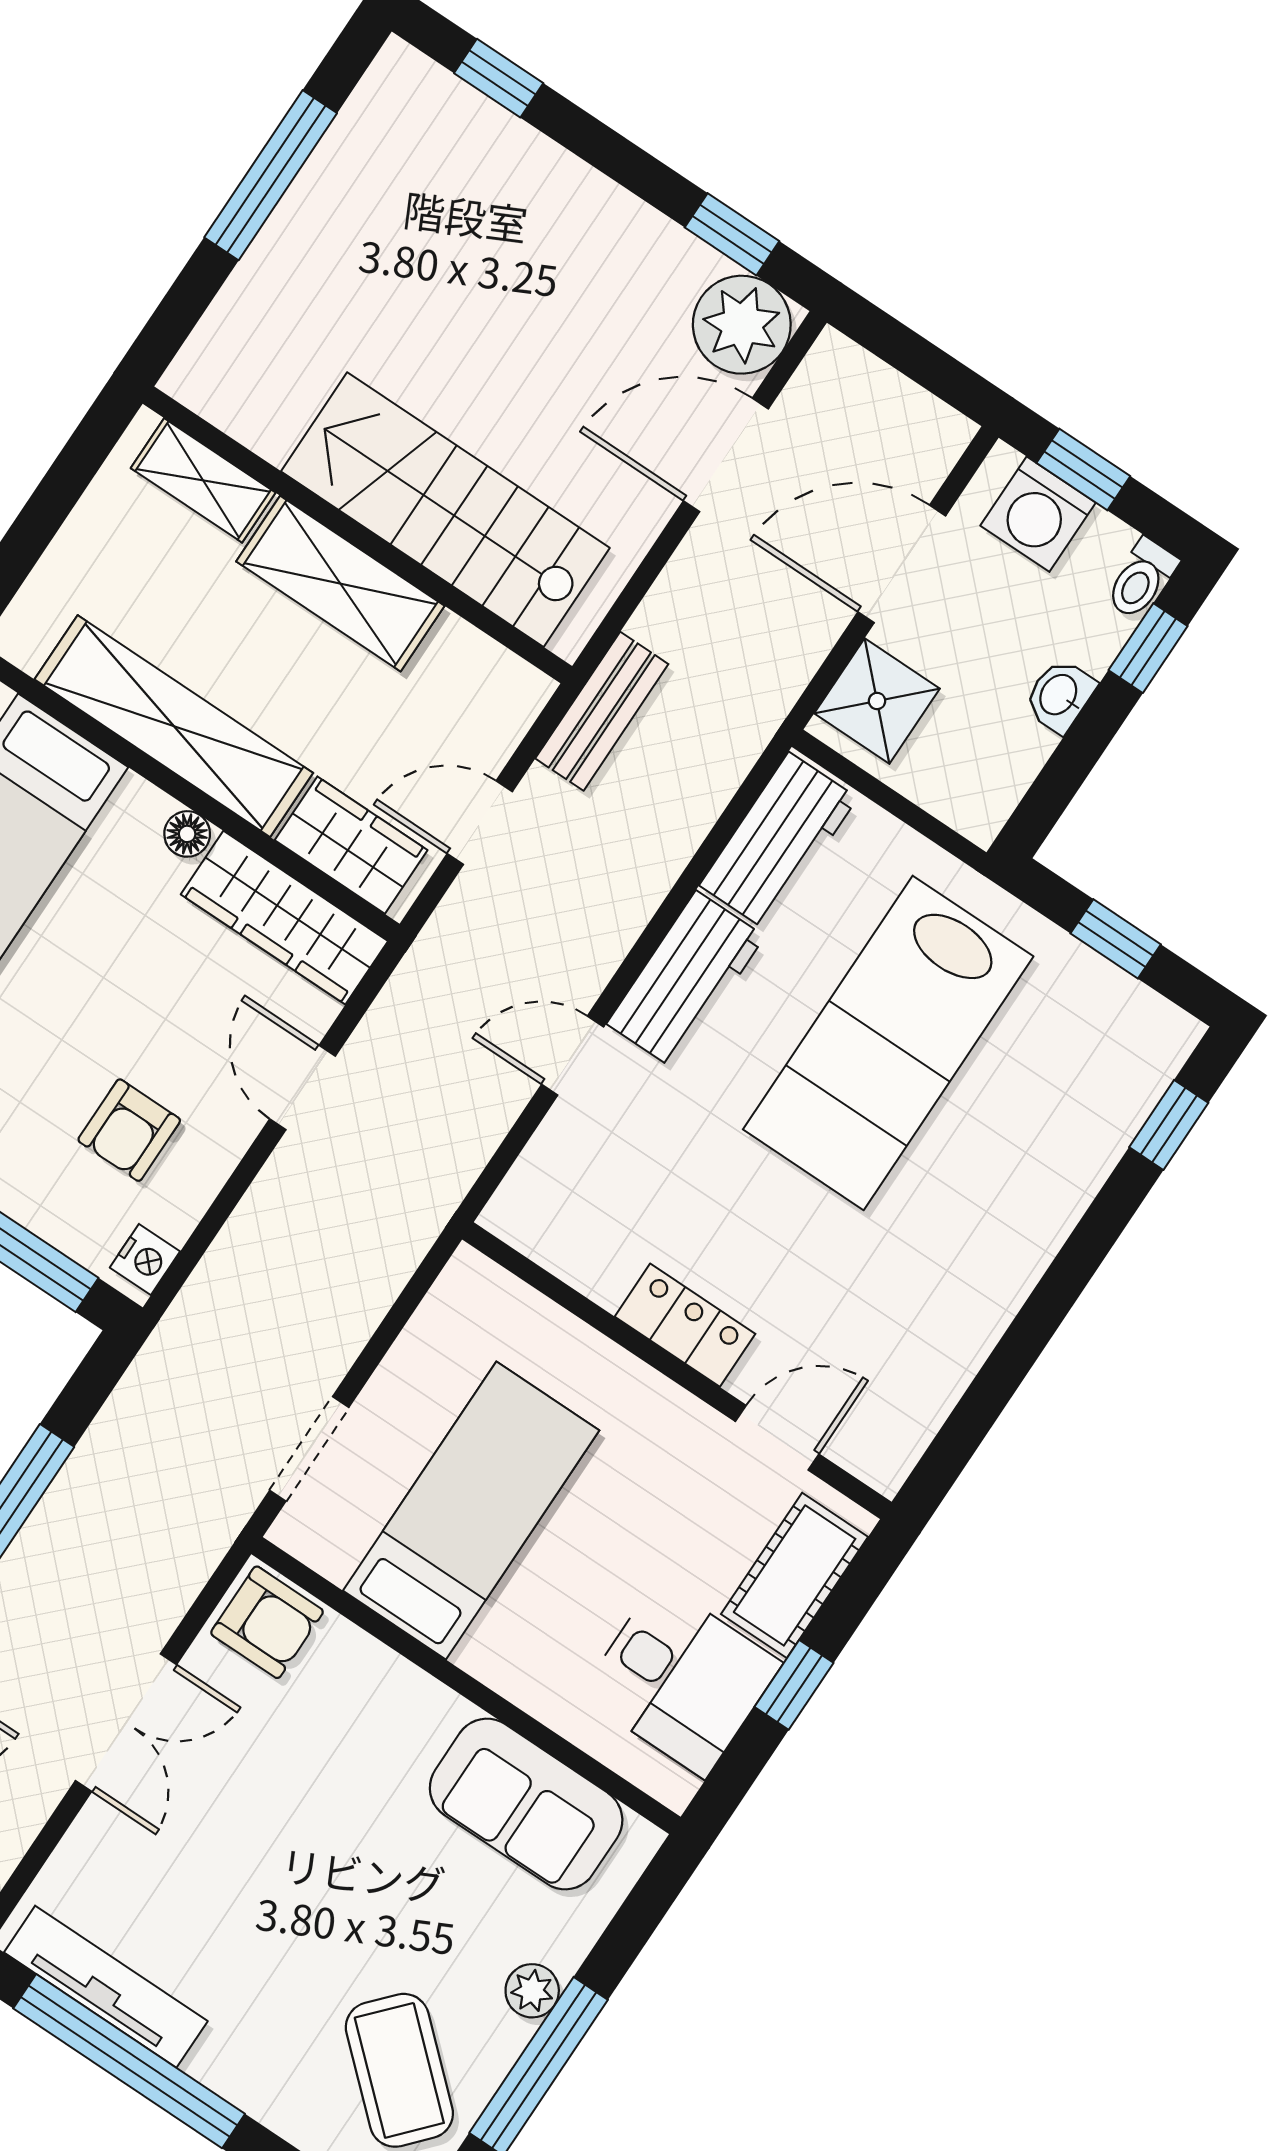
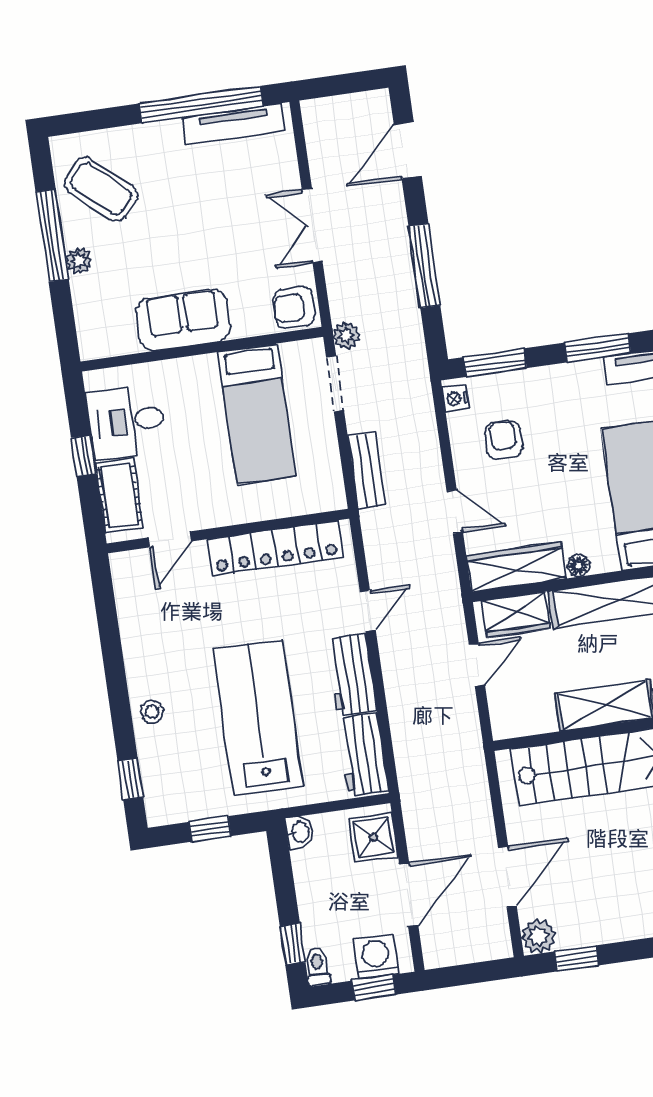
plant: (742, 325) -> (539, 936), width x0.73, depth x0.73
washbasin: (1060, 695) -> (300, 832), moved
bench: (602, 711) -> (367, 470), moved
stool: (1043, 1198) -> (152, 712), added
locker: (685, 1325) -> (275, 548), width x2.16, depth x1.21
plant: (225, 1507) -> (346, 336), added
sofa: (526, 1804) -> (183, 320), moved

